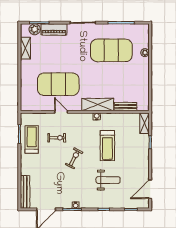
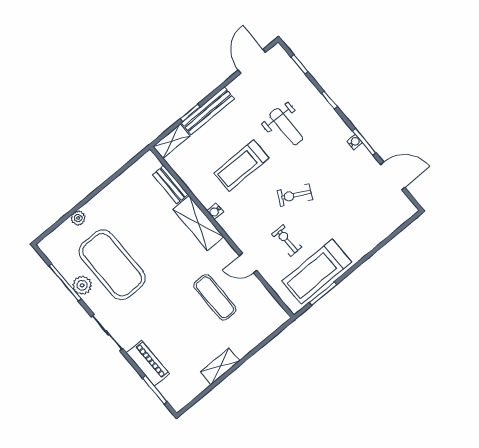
plant: (35, 29) -> (82, 285), moved
shelving: (25, 48) -> (220, 366), moved
exercise mat: (58, 84) -> (215, 297), width x0.50, depth x0.69
door: (61, 112) -> (248, 263), hinge flipped
treadmill: (32, 140) -> (317, 271), width x1.37, depth x1.38
treadmill: (107, 146) -> (241, 165), turned 180
weight bench: (108, 180) -> (286, 127), turned 180
door: (150, 189) -> (252, 61), swing flipped
bench: (25, 192) -> (208, 111), moved

